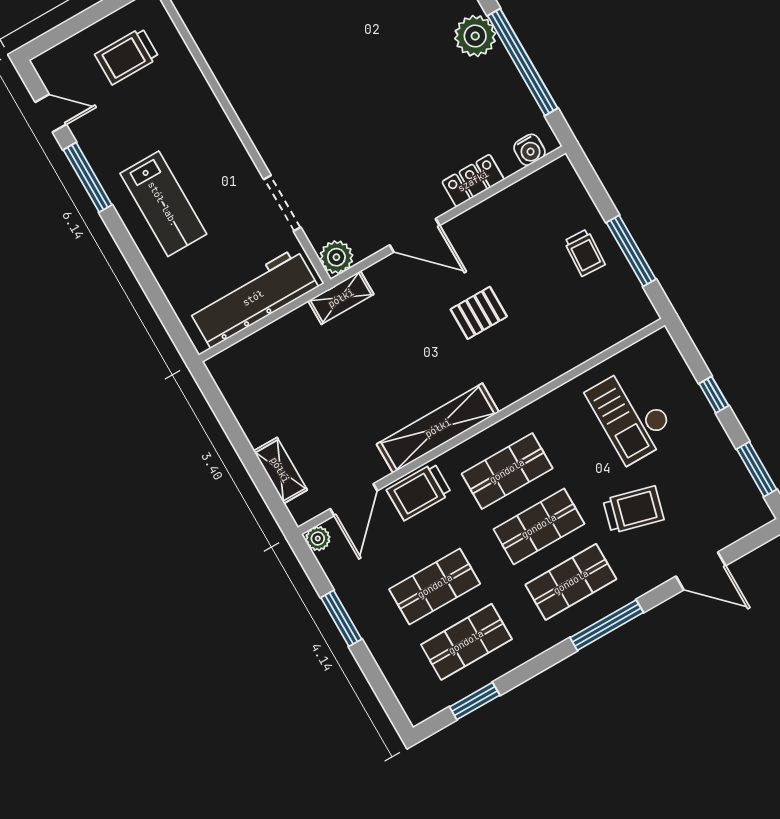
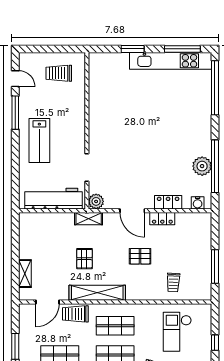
plant: (475, 36) -> (202, 166), moved
locker: (480, 218) -> (162, 219), added
trolley: (585, 253) -> (173, 282), moved
pallet: (377, 378) -> (84, 259), added
plant: (318, 538) -> (24, 309), removed

